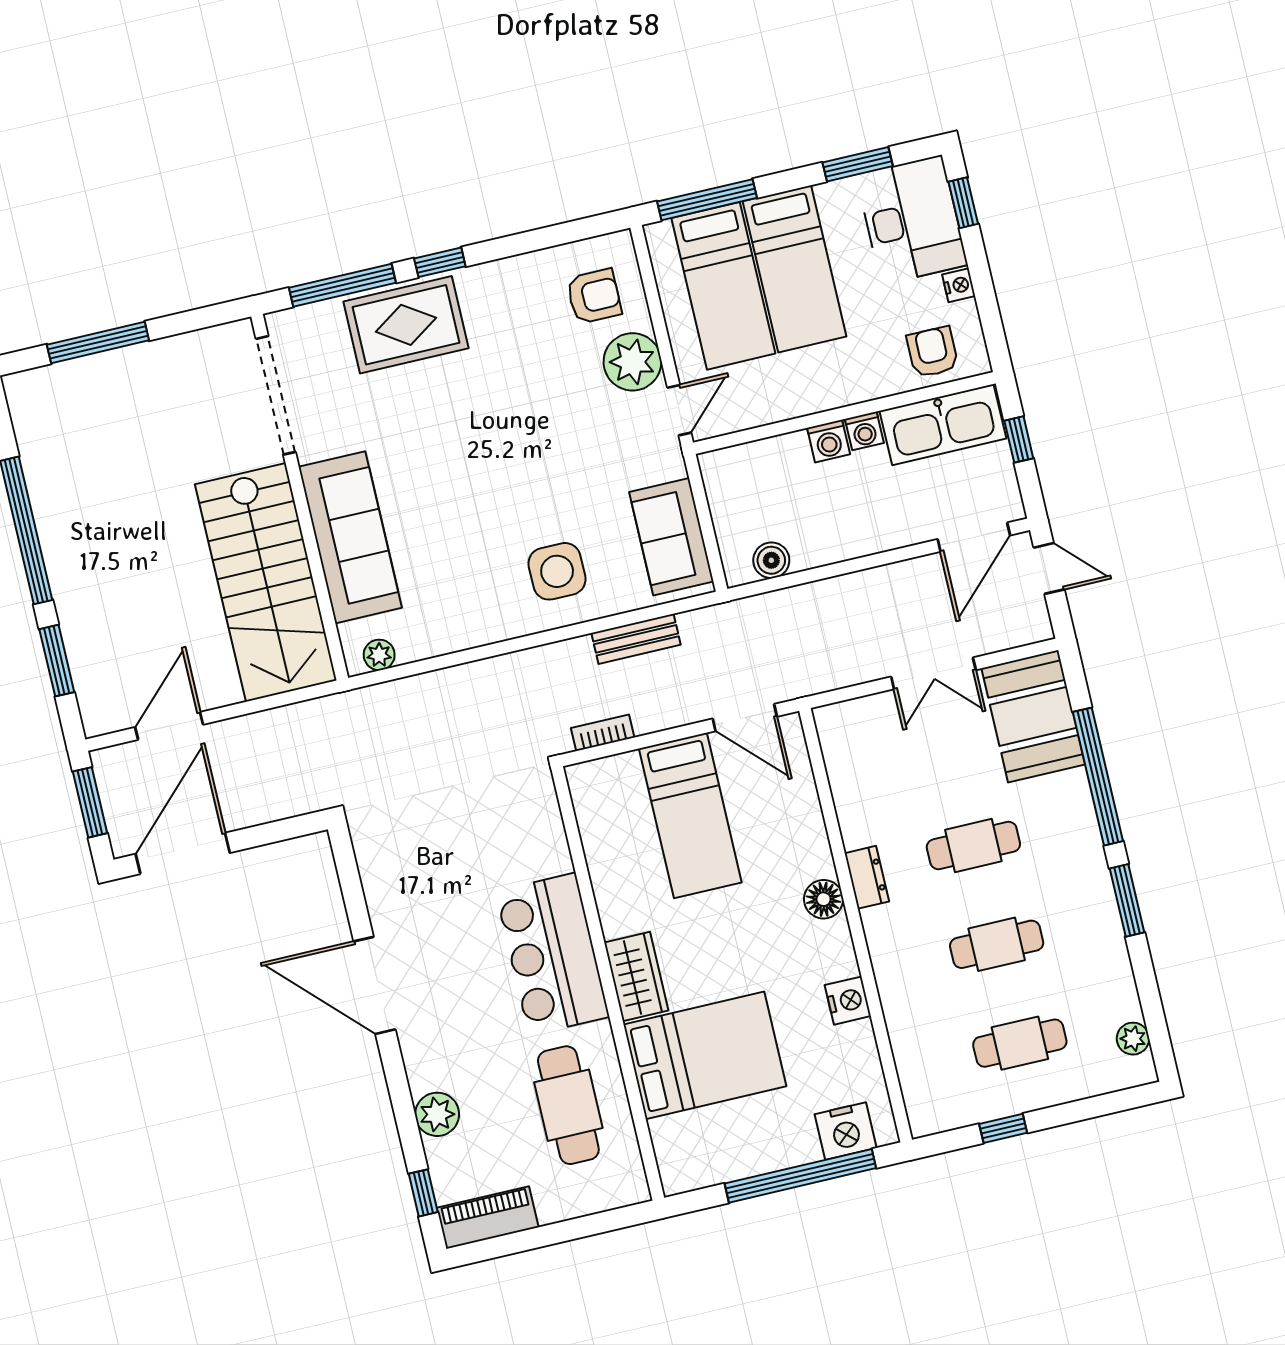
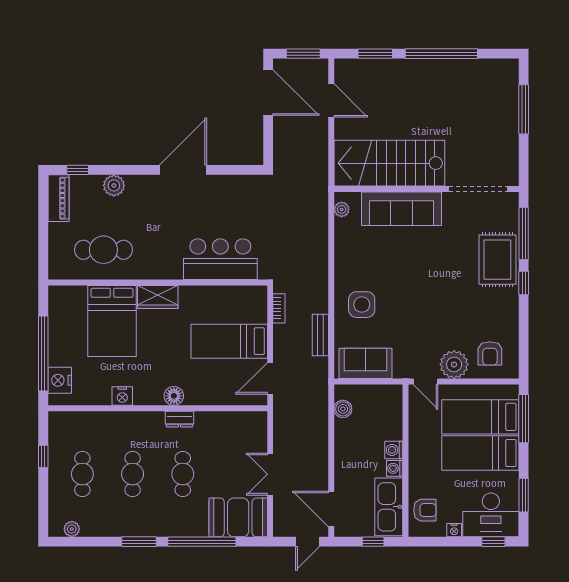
bar counter: (552, 954) -> (220, 259), moved

